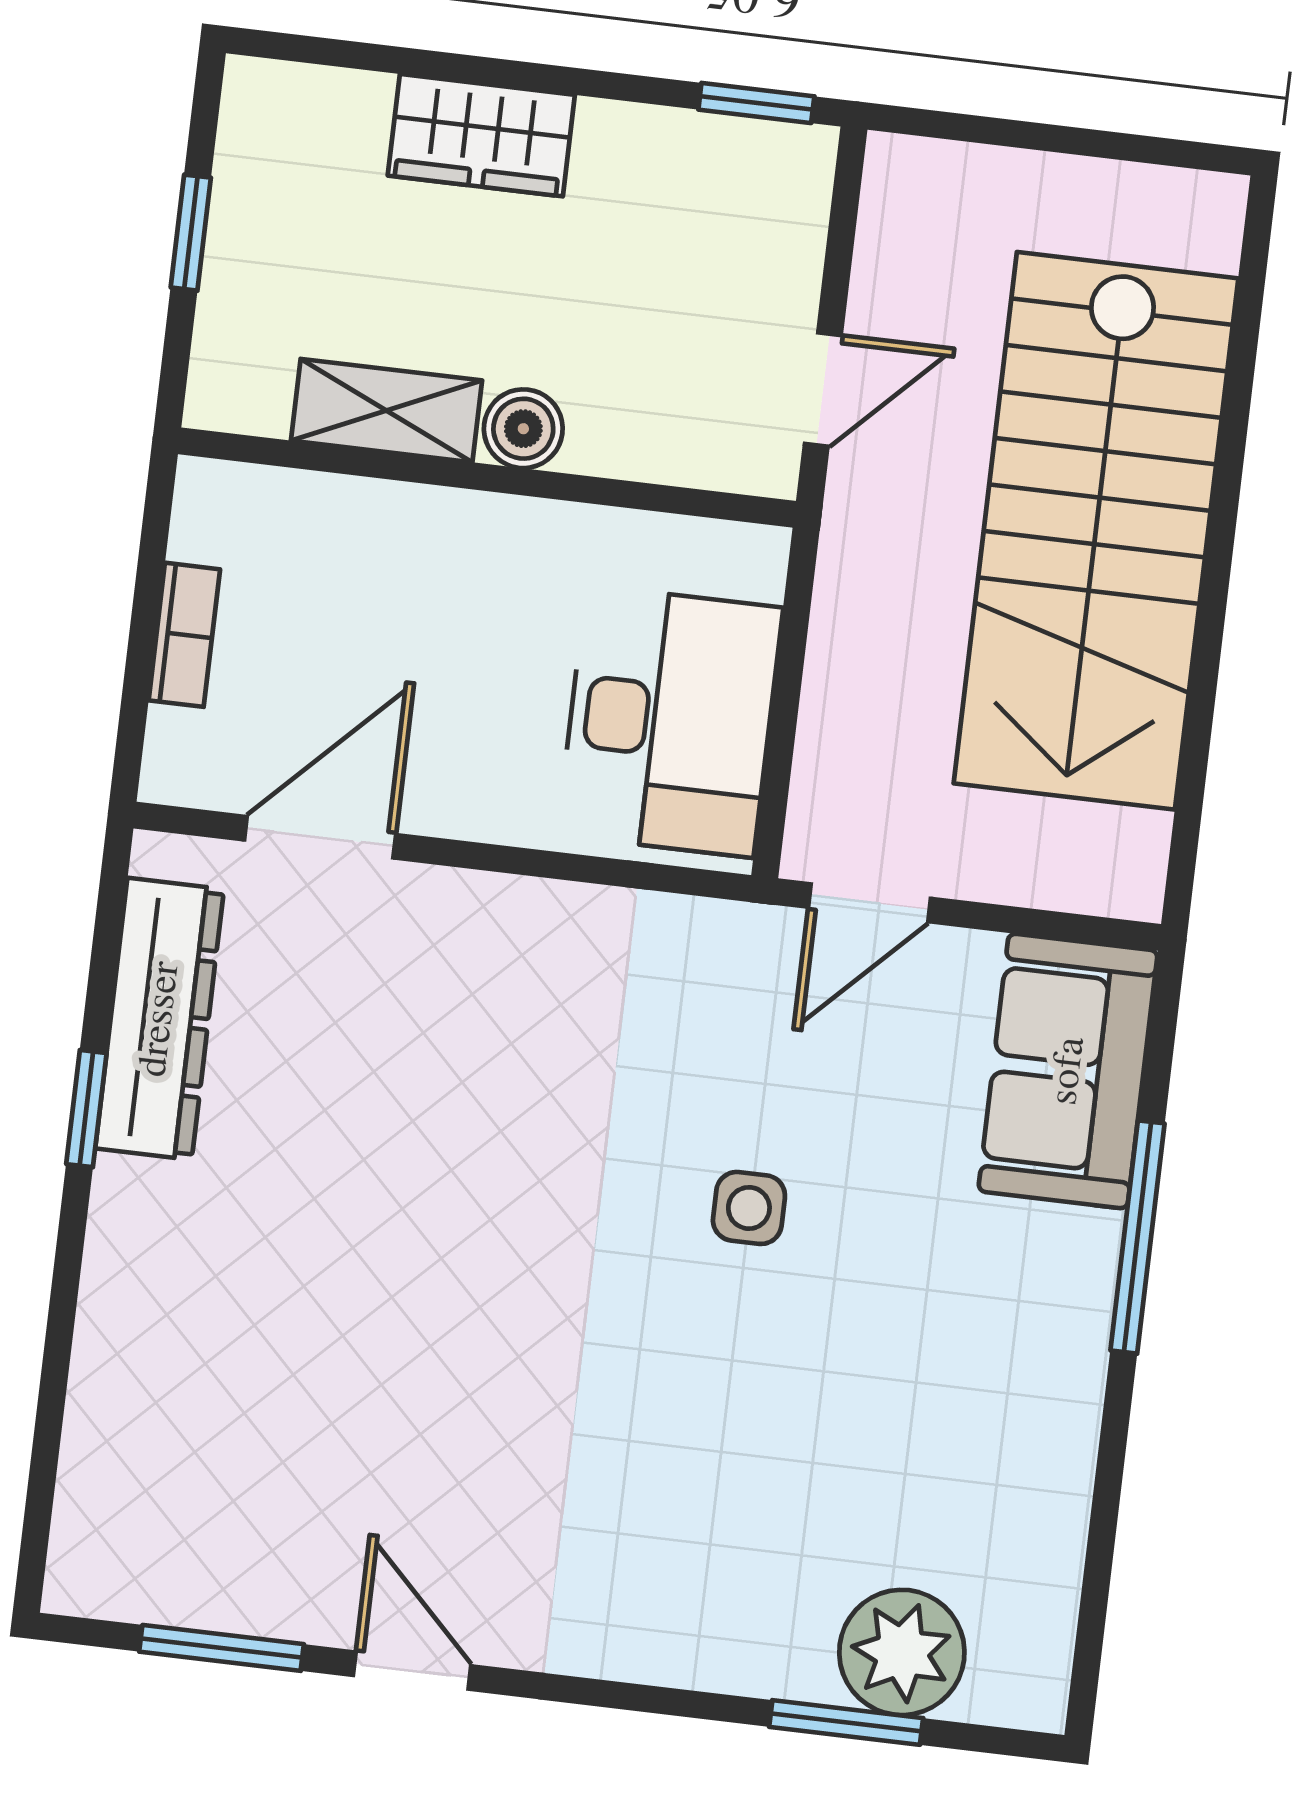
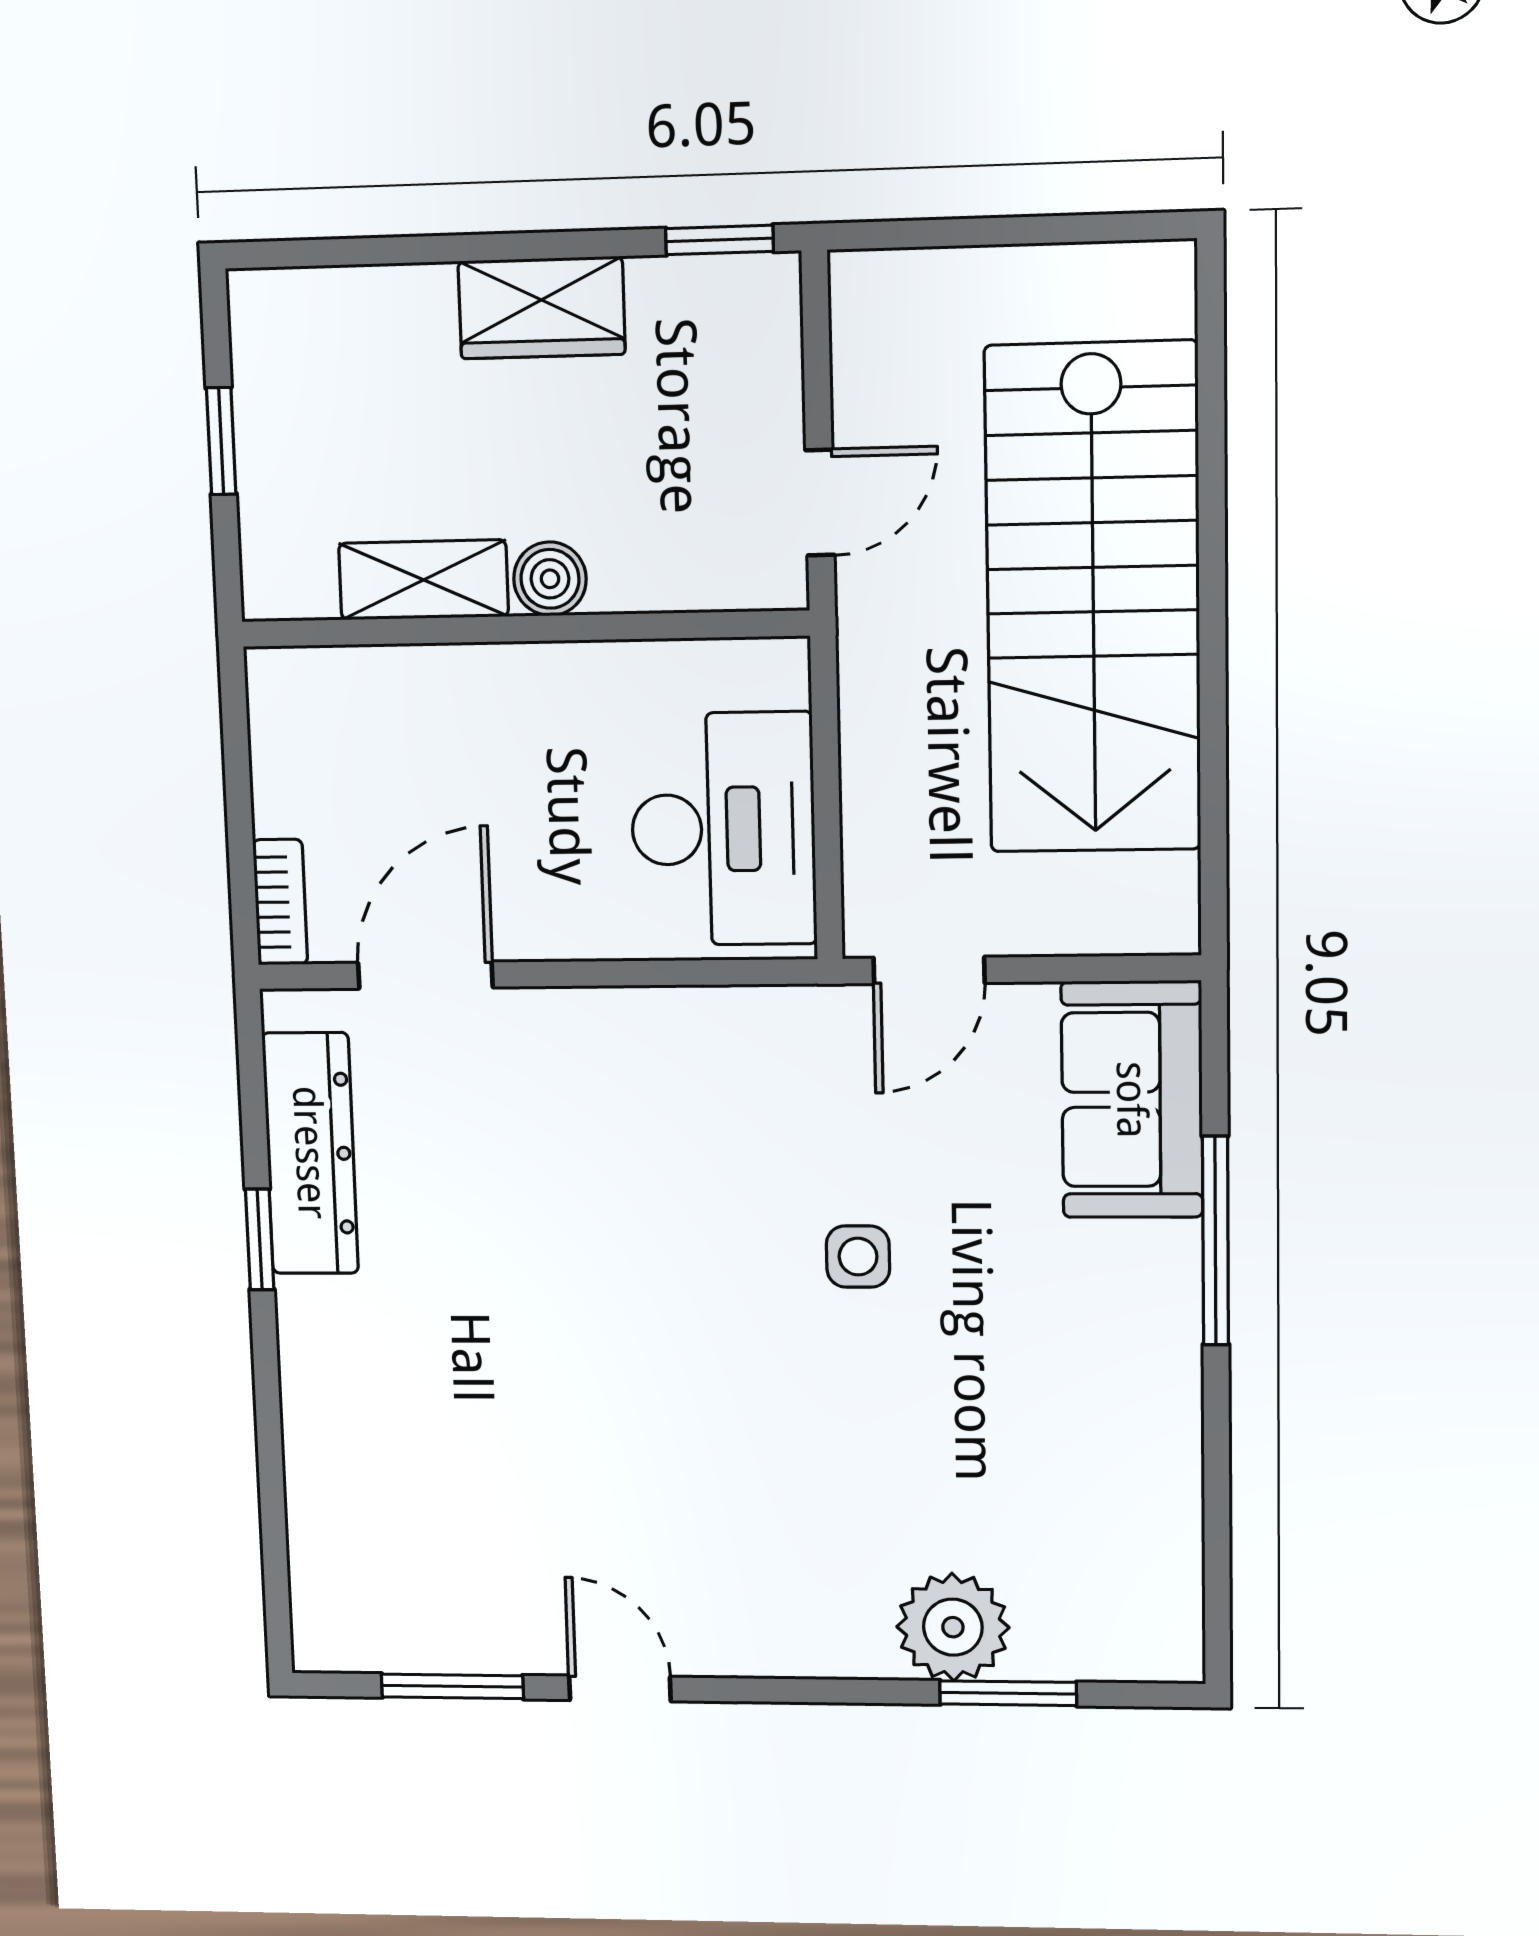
wardrobe: (481, 135) -> (542, 308), moved
bookcase: (184, 635) -> (280, 902), moved
plant: (902, 1652) -> (953, 1627), moved

